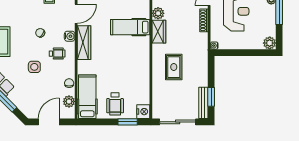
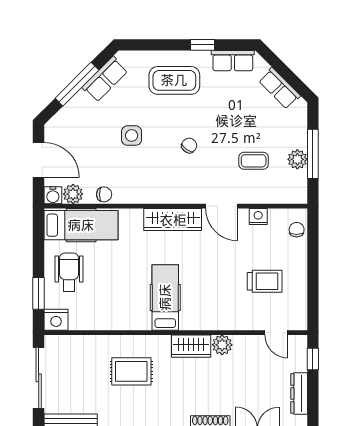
hospital bed: (130, 27) -> (165, 297), moved
water cooler: (70, 36) -> (53, 195), moved
wheelchair: (57, 54) -> (154, 174), removed
wheelchair: (115, 104) -> (69, 272), turned 90

